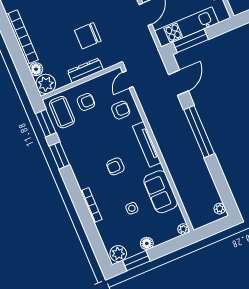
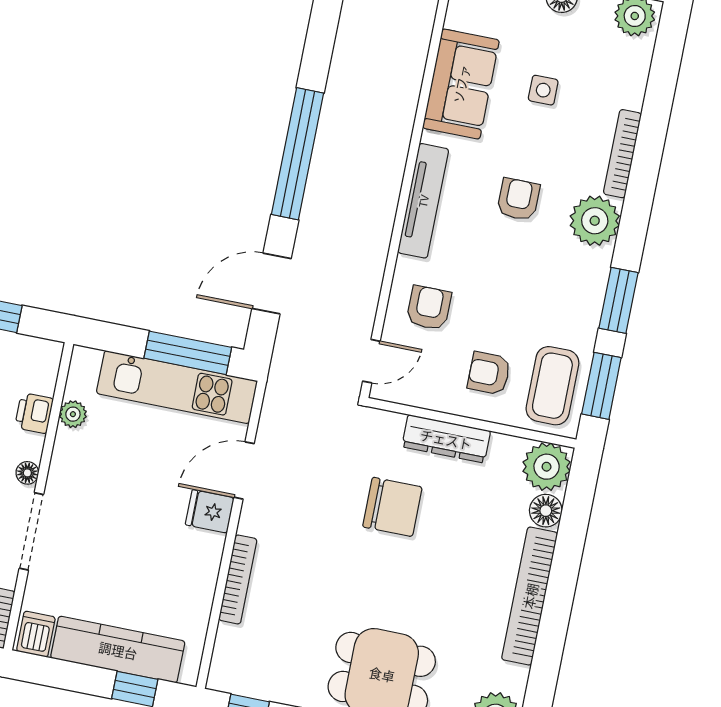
armchair: (121, 110) -> (429, 308), turned 90
armchair: (115, 166) -> (518, 199), turned -90
plant: (85, 177) -> (595, 221), added

